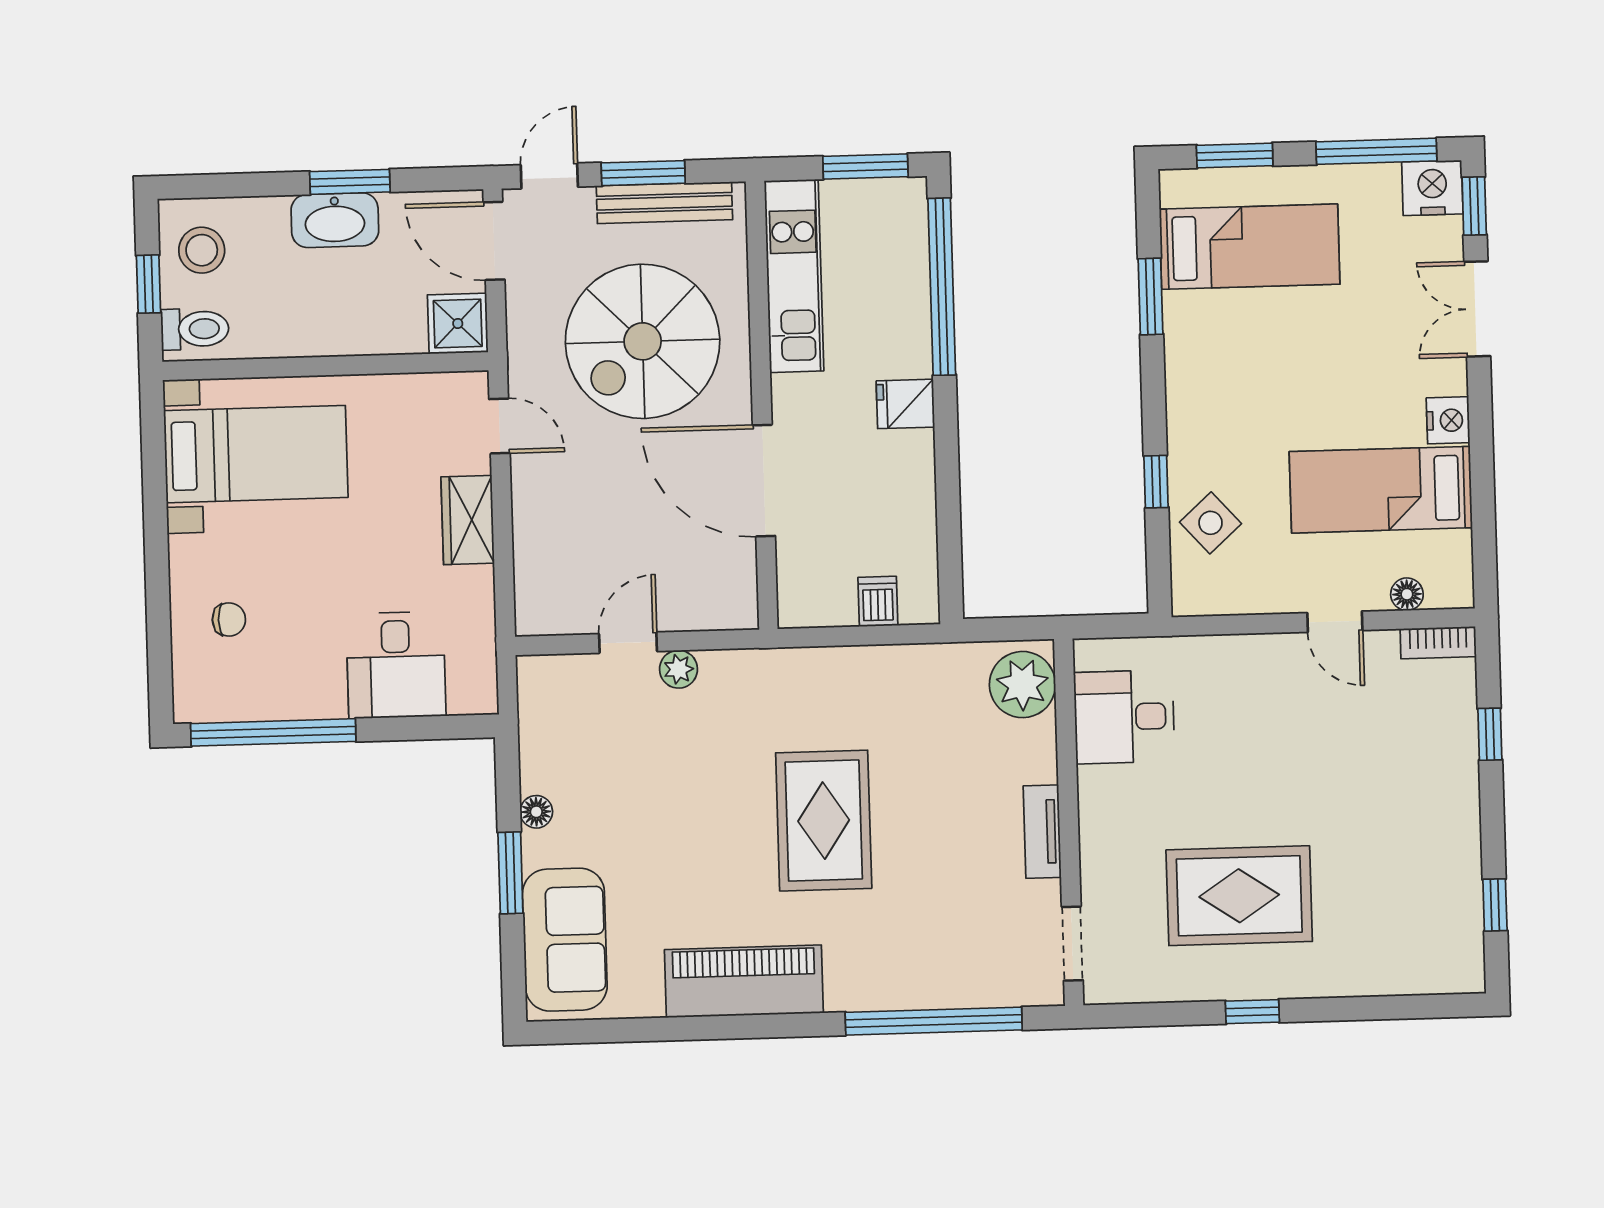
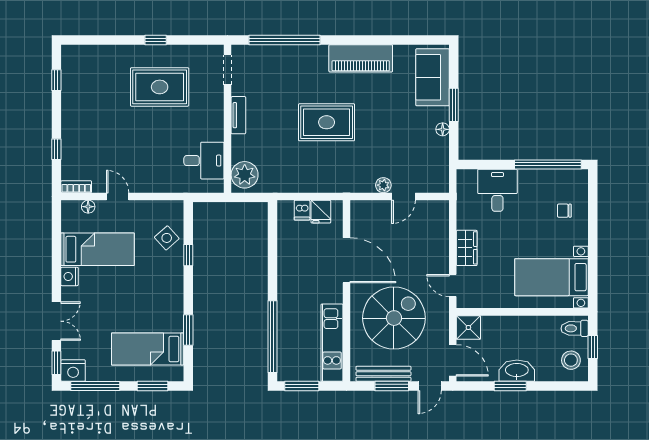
fridge: (905, 404) -> (321, 212), moved, turned 90
rug: (824, 821) -> (327, 122), turned 90

